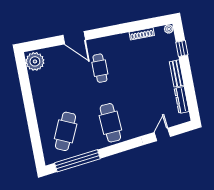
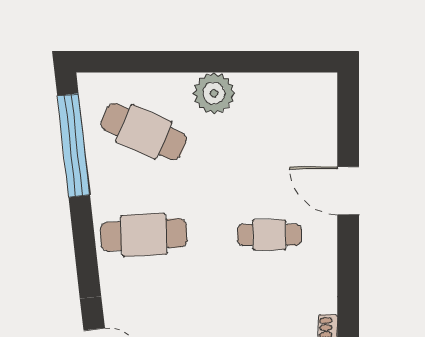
door: (74, 38) -> (348, 191), hinge flipped
plant: (35, 61) -> (214, 93), moved

